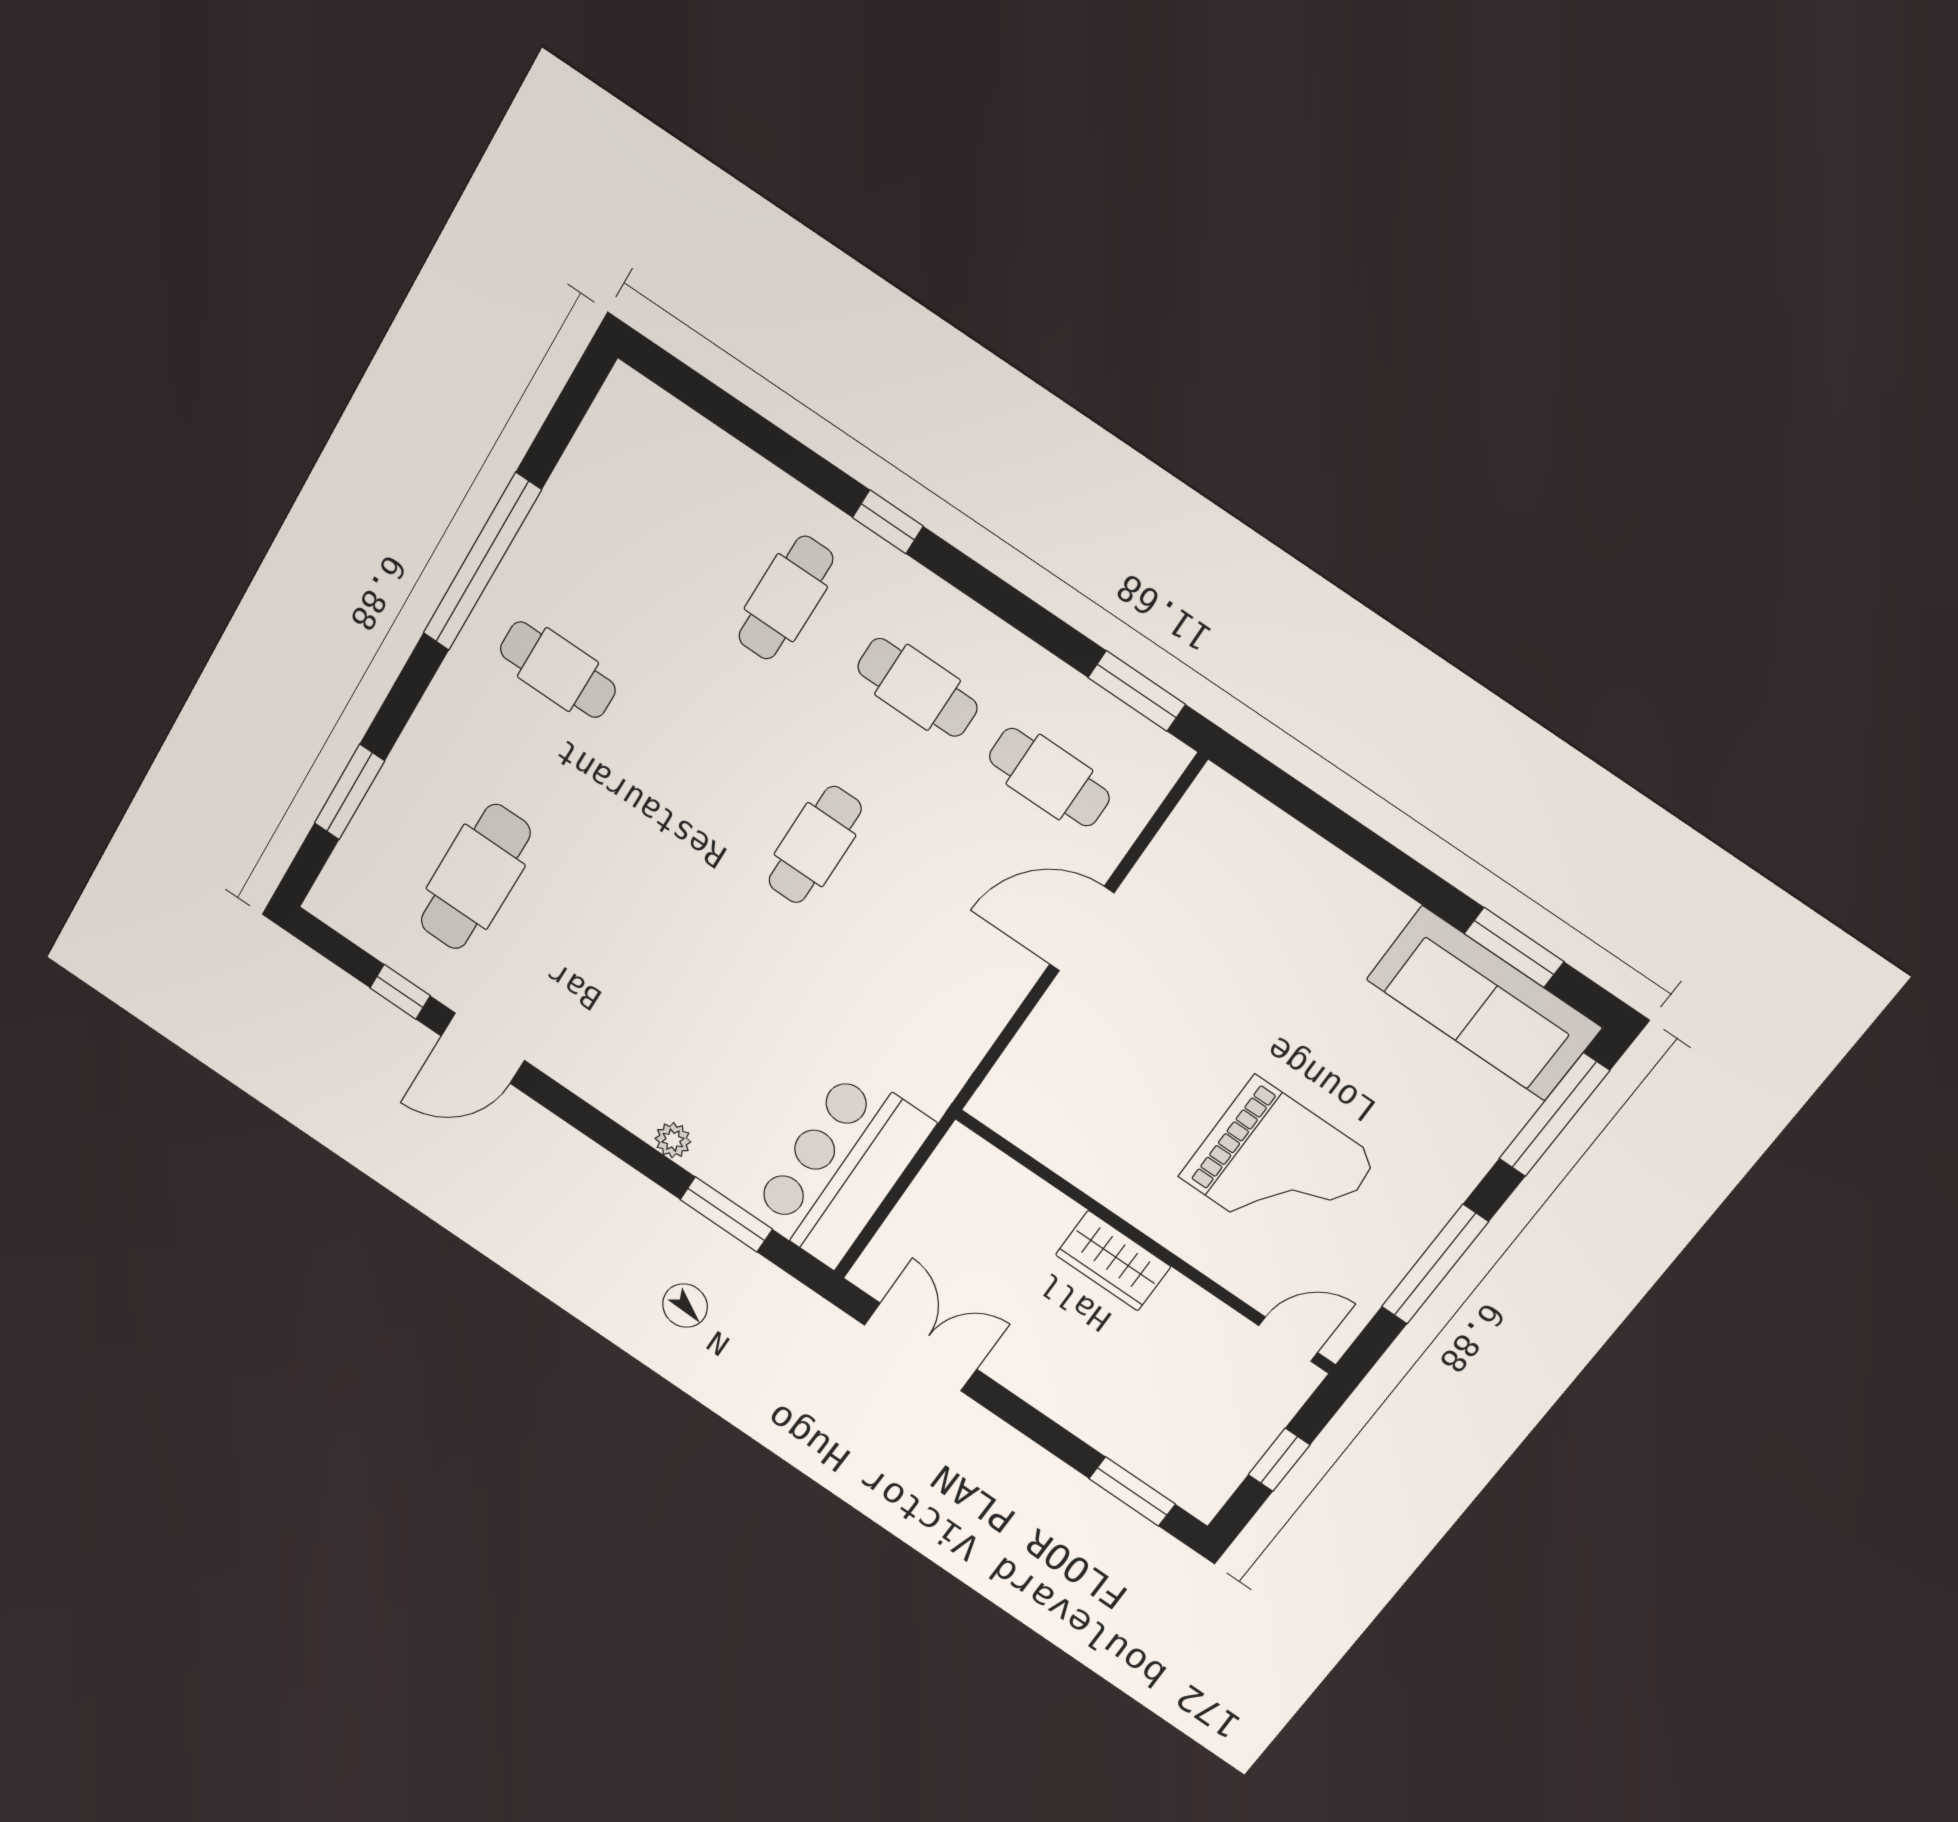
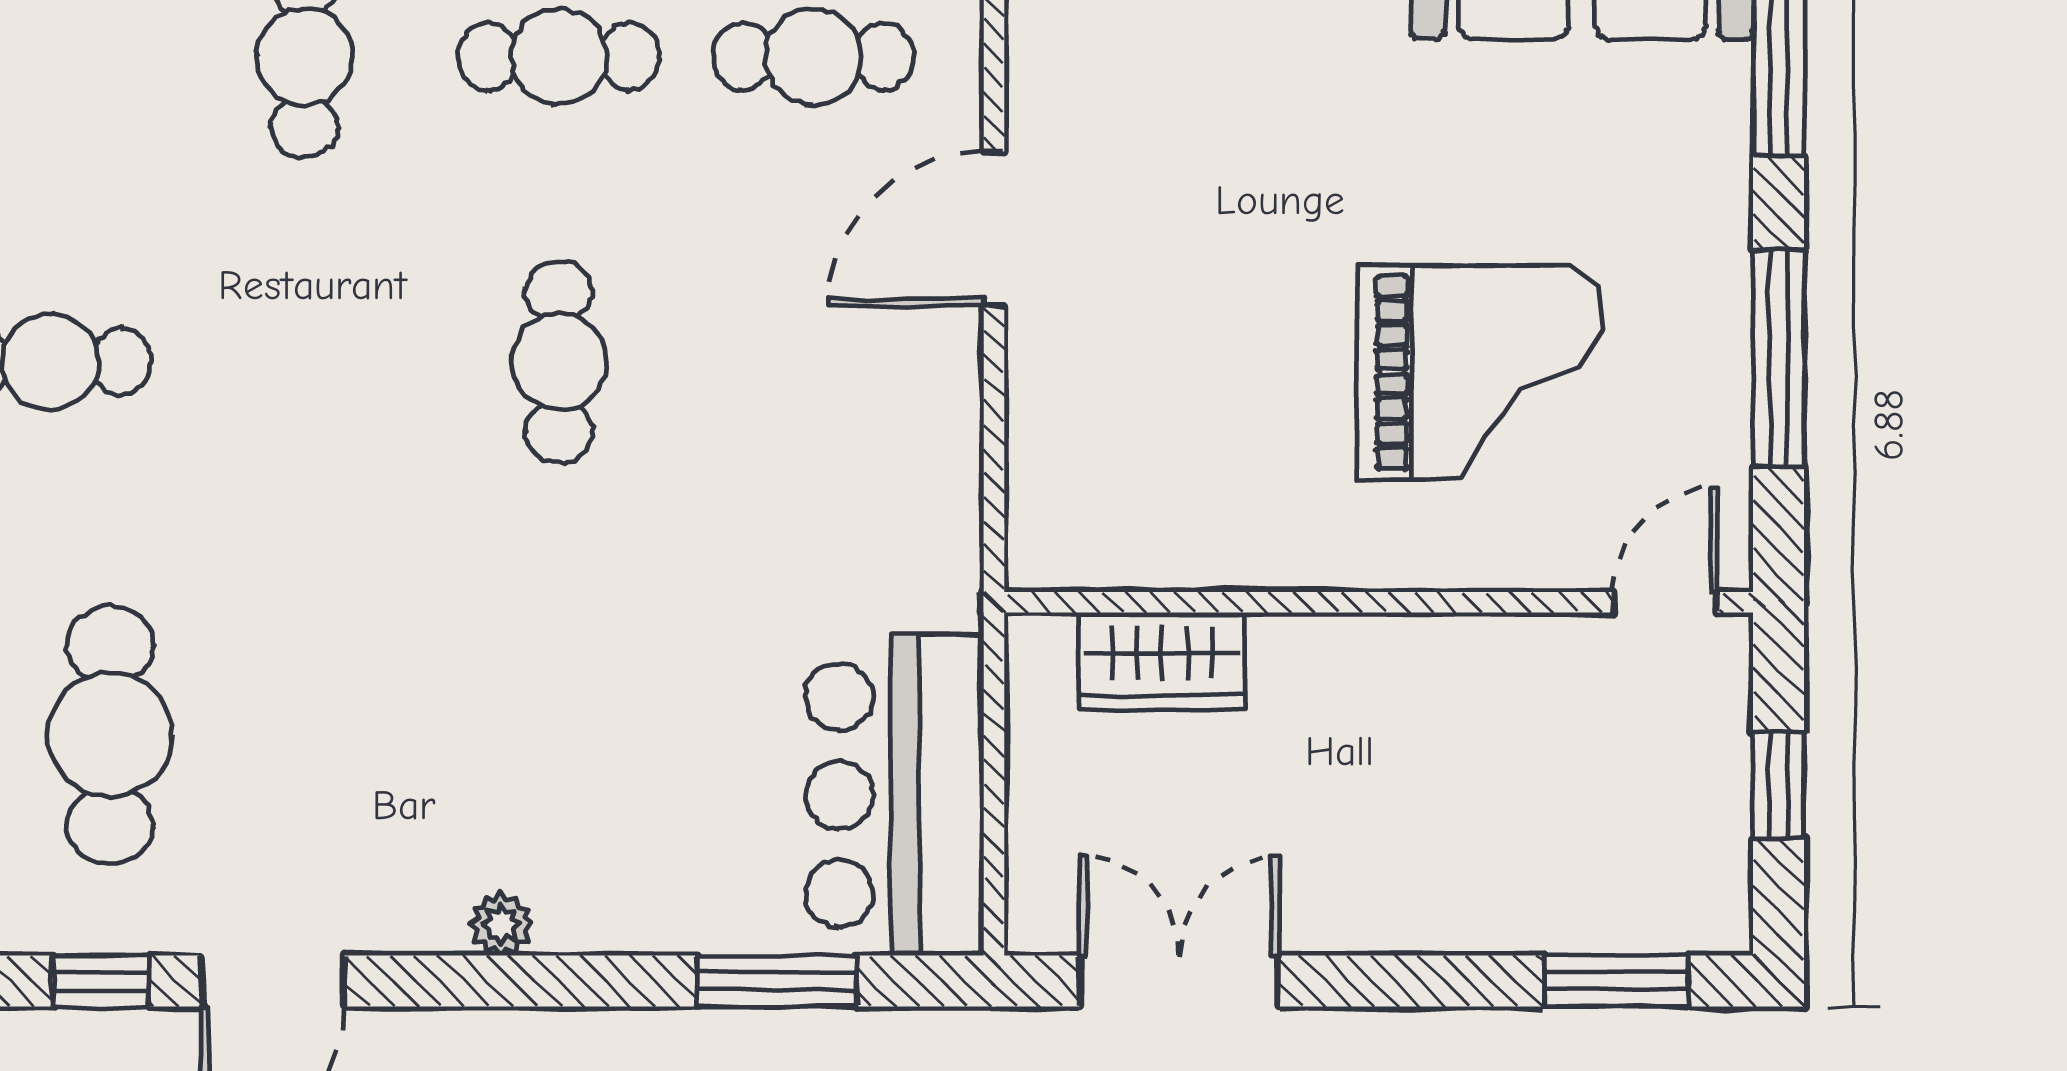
plant: (673, 1140) -> (501, 924), moved
wardrobe: (1113, 1261) -> (1162, 661), moved

